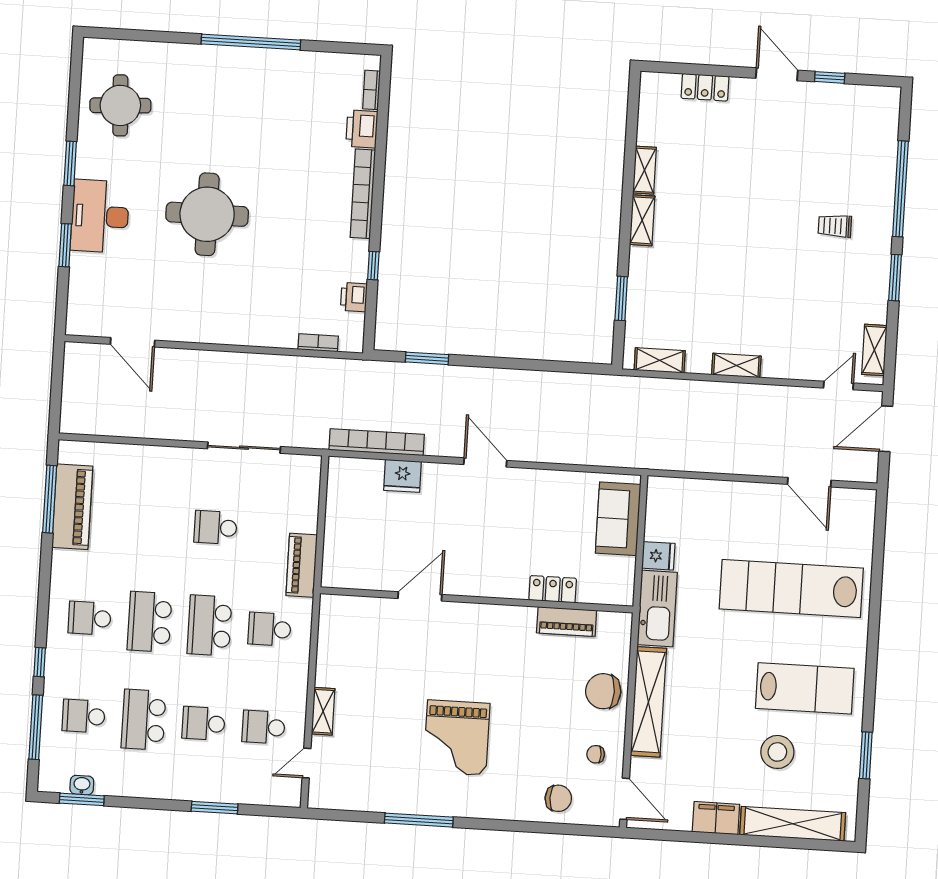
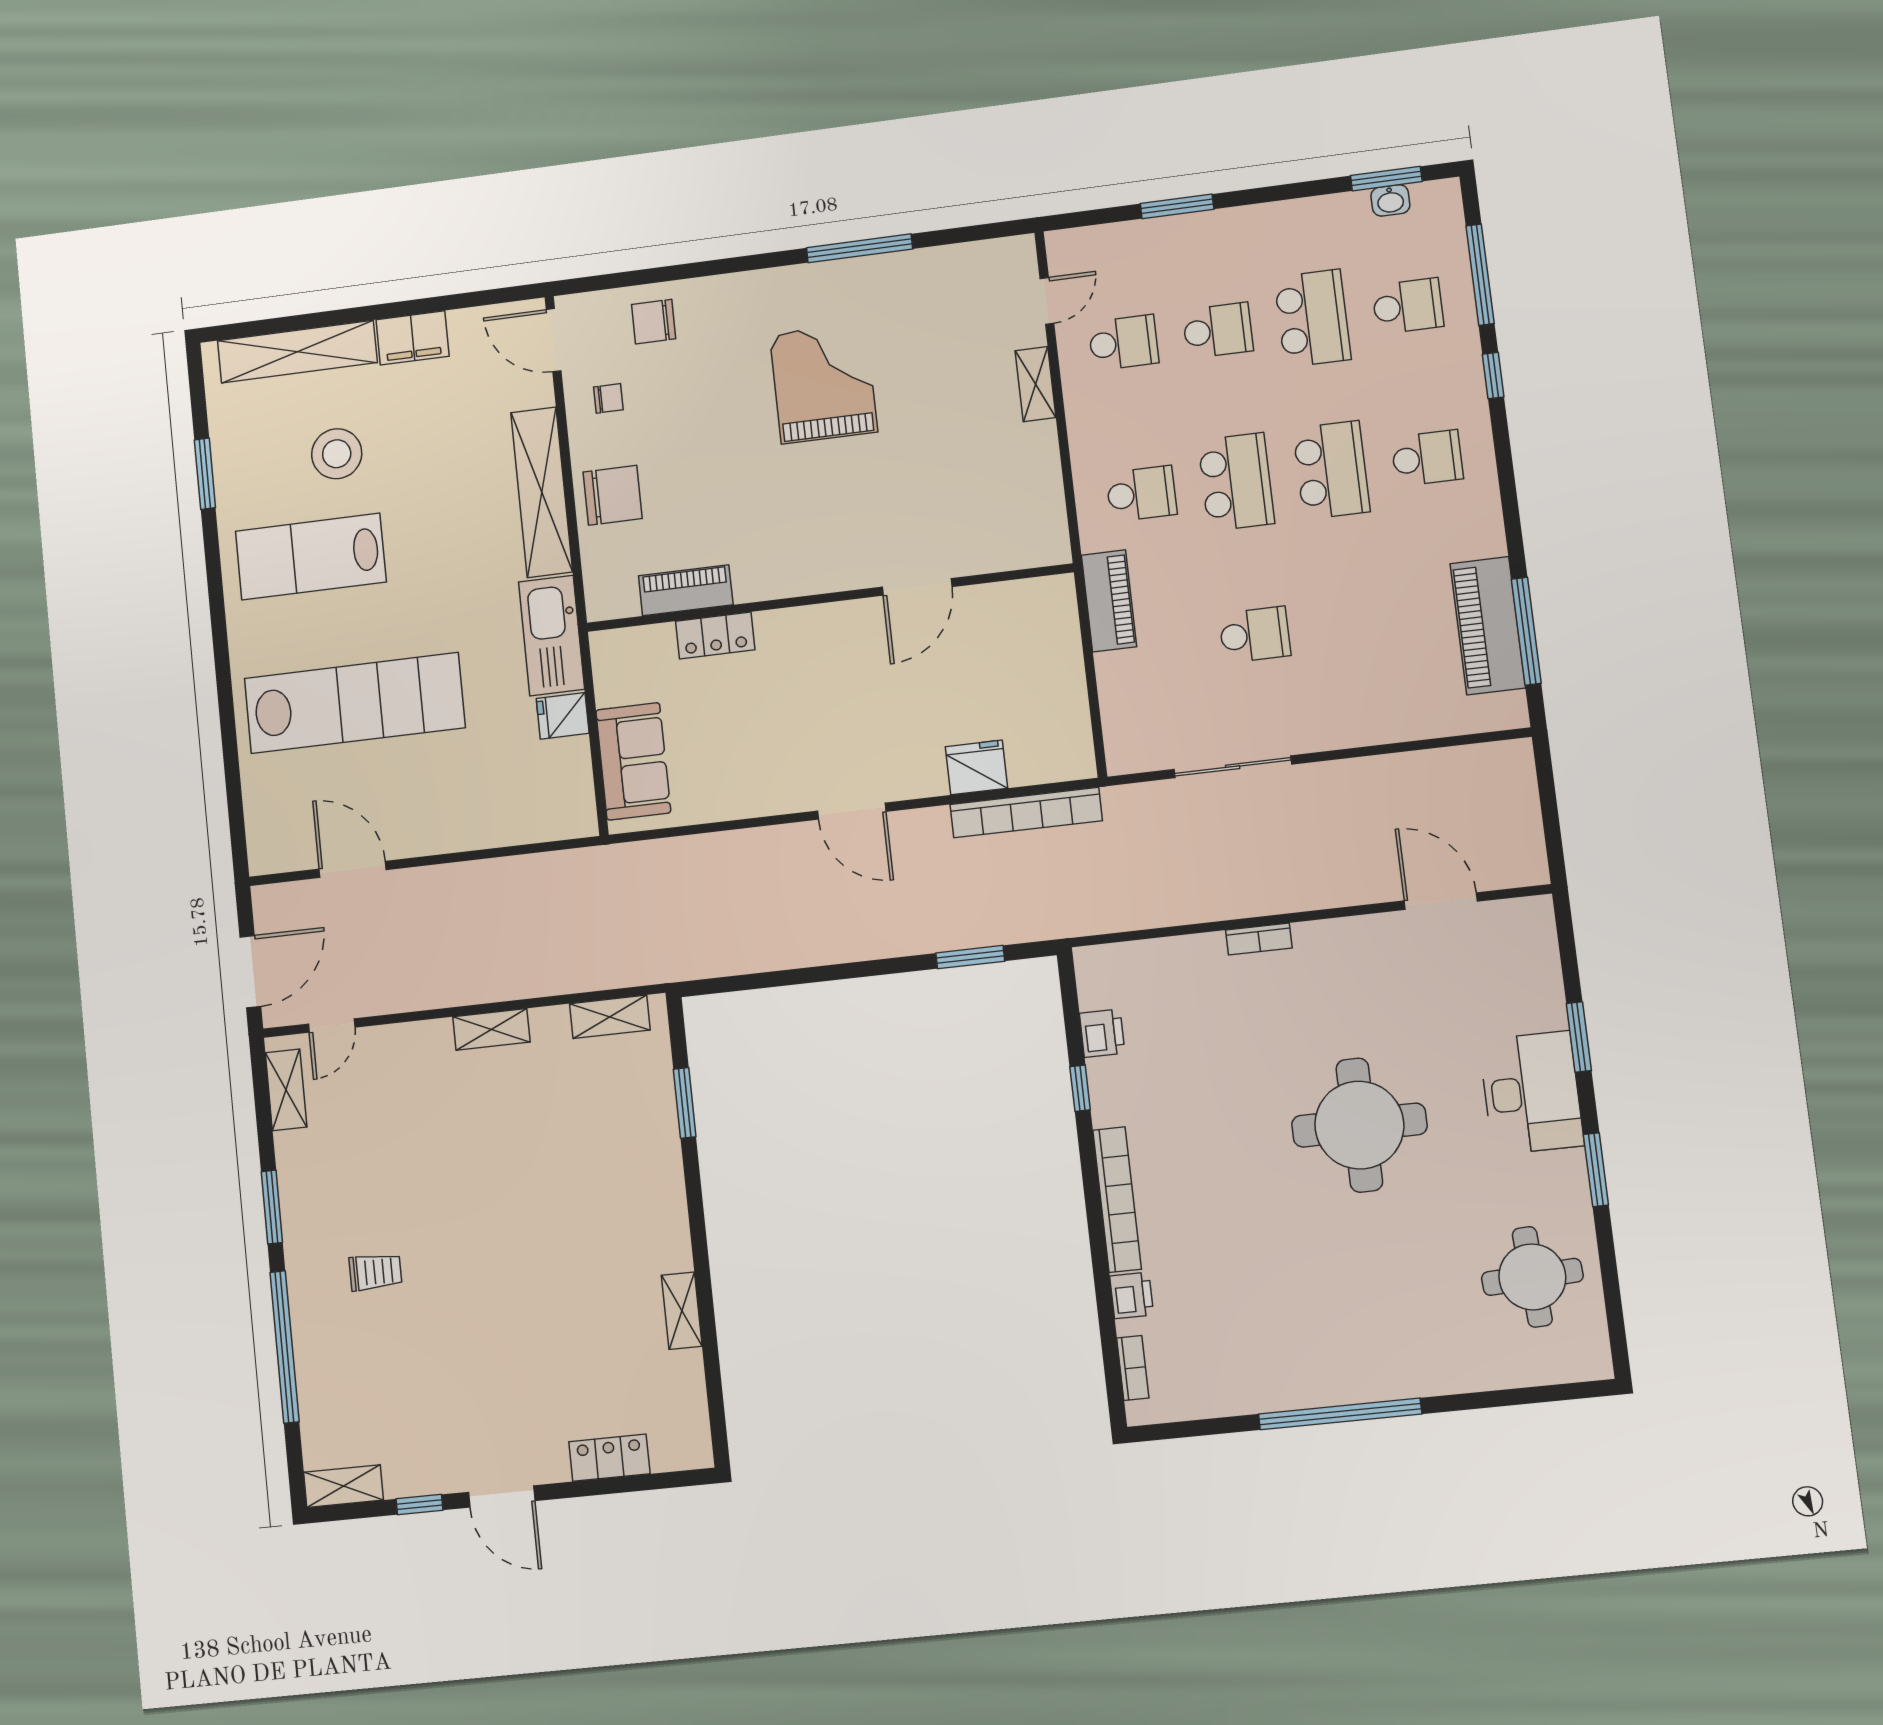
printer: (362, 129) -> (1132, 1295), width x0.73, depth x0.81
shelving: (642, 220) -> (343, 1486), moved, turned 90
bookcase: (318, 343) -> (1259, 939), moved

